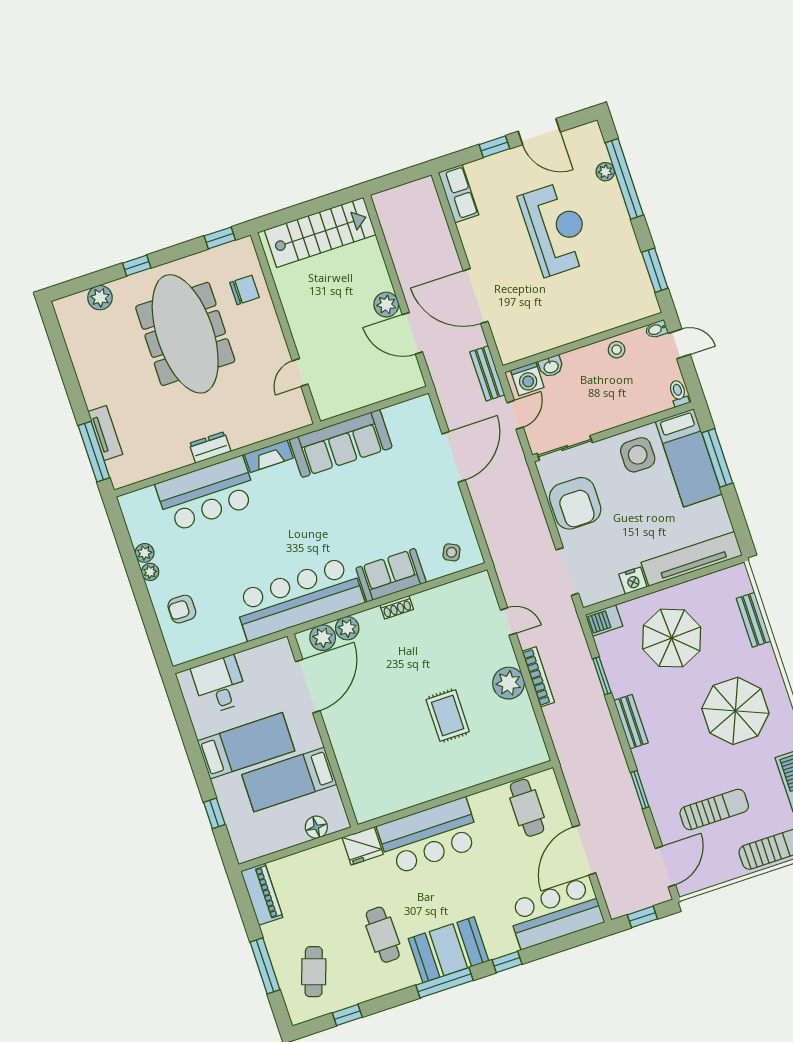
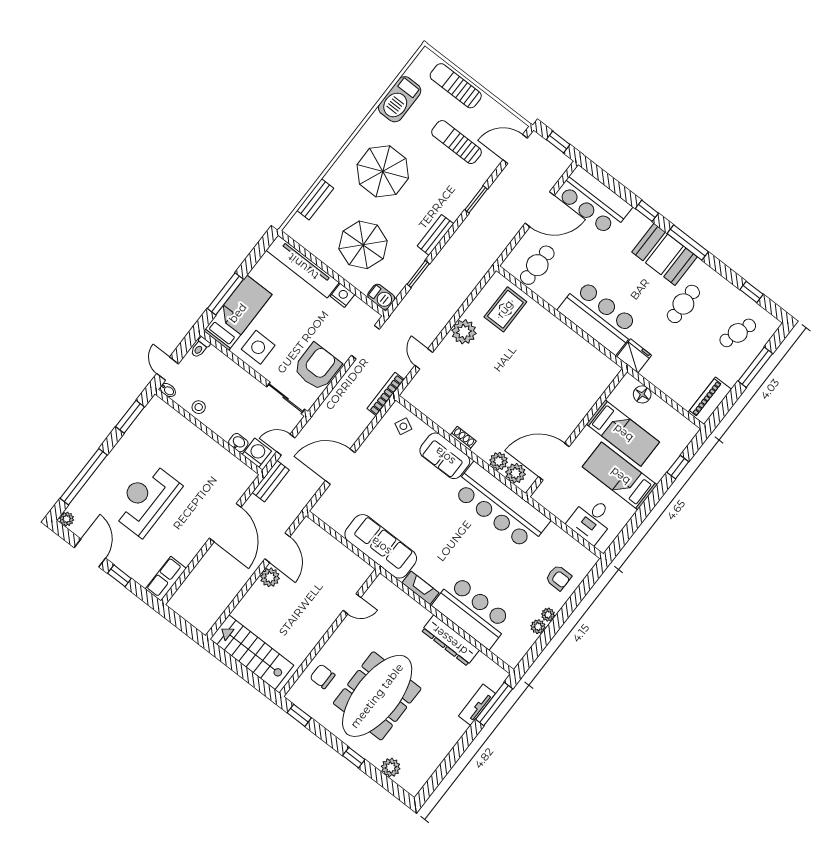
plant: (605, 172) -> (67, 519), moved
dresser: (210, 447) -> (450, 640), width x1.96, depth x1.24
bookcase: (538, 677) -> (386, 394), moved
rug: (448, 716) -> (505, 309), moved

